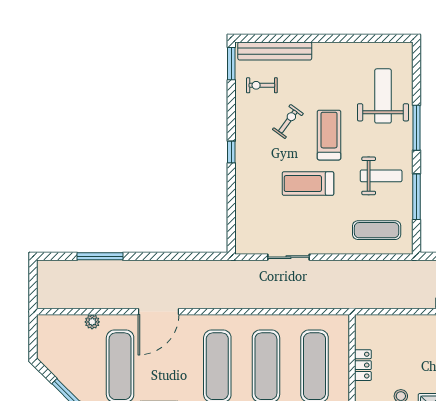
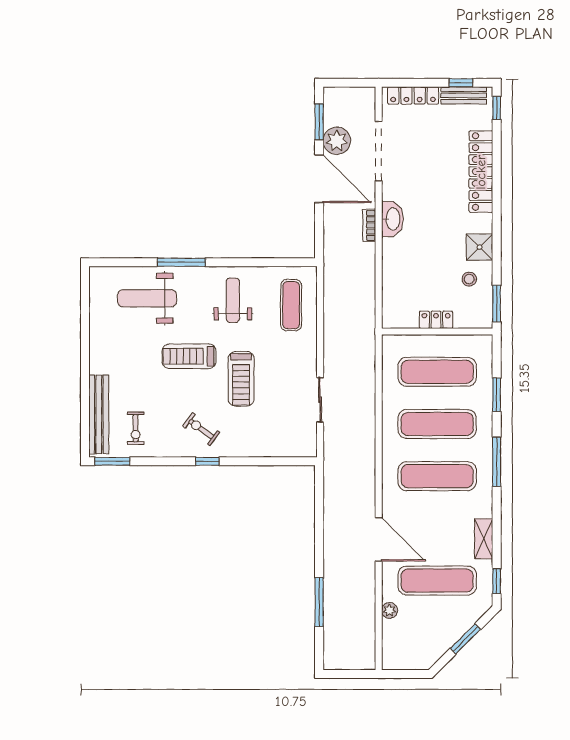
exercise bike: (288, 121) -> (201, 429), moved
window: (417, 197) -> (255, 262), removed

